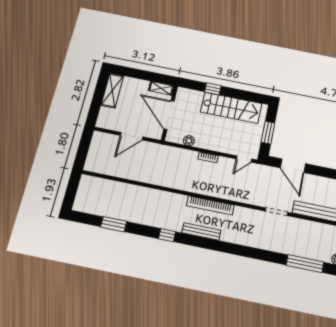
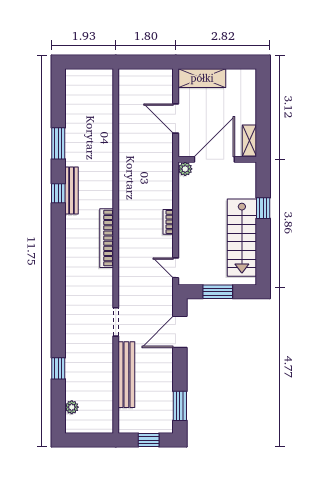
shelving: (112, 91) -> (202, 78), moved
plant: (189, 141) -> (185, 169), moved
window: (114, 224) -> (58, 143), moved
bench: (201, 231) -> (72, 190), moved
window: (305, 264) -> (58, 368), width x0.46

